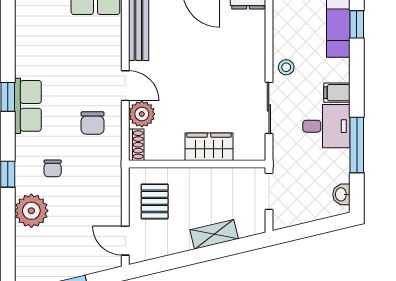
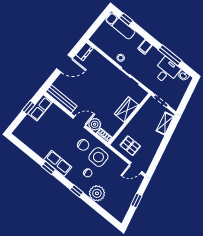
desk: (326, 126) -> (166, 71), moved
side table: (93, 164) -> (98, 157), added
shelving: (214, 234) -> (165, 124), moved

